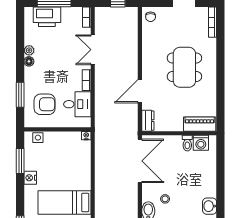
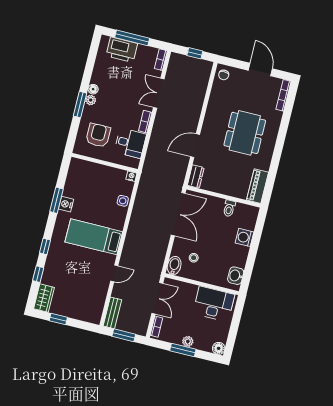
plant: (29, 50) -> (91, 100), moved
window: (20, 95) -> (80, 105), moved
armchair: (45, 104) -> (98, 135), turned -90
piano: (200, 124) -> (258, 186), moved, turned -90
side table: (38, 138) -> (123, 201), moved
washing machine: (201, 143) -> (244, 237), moved, turned 90
window: (20, 161) -> (56, 200), moved

